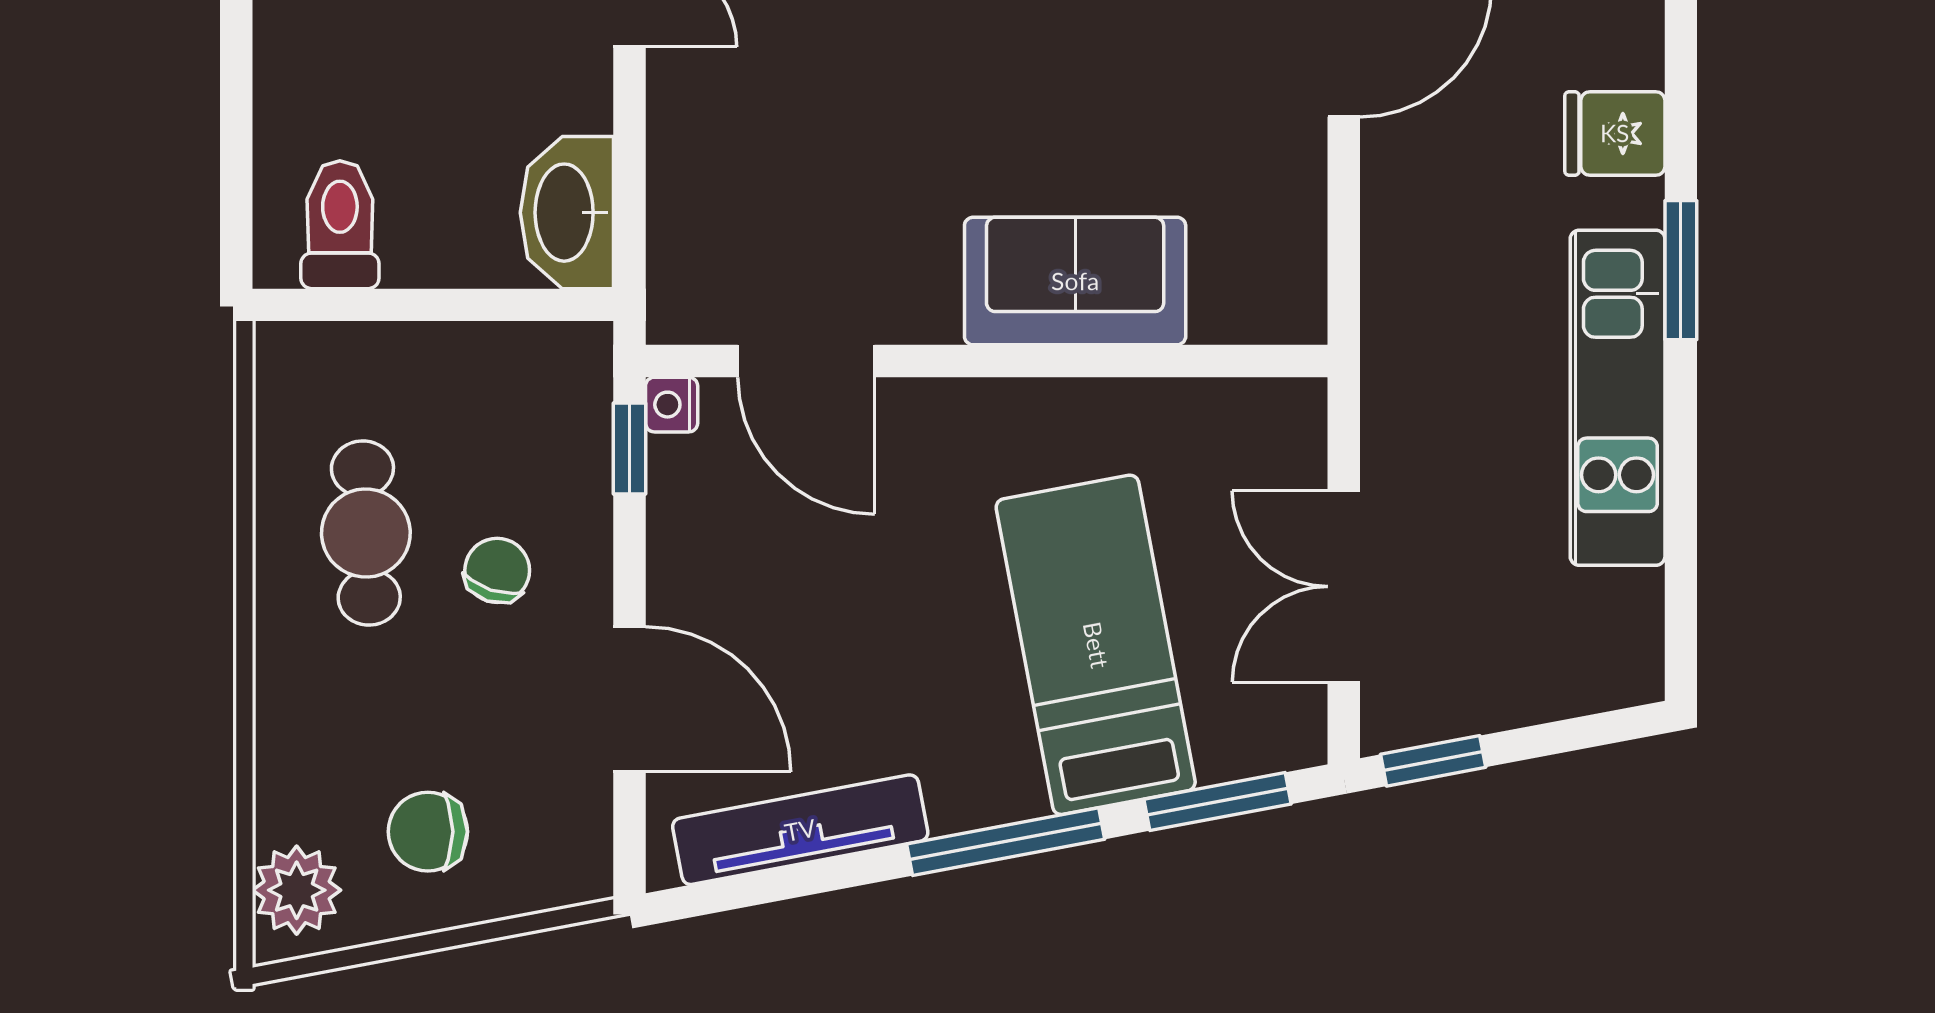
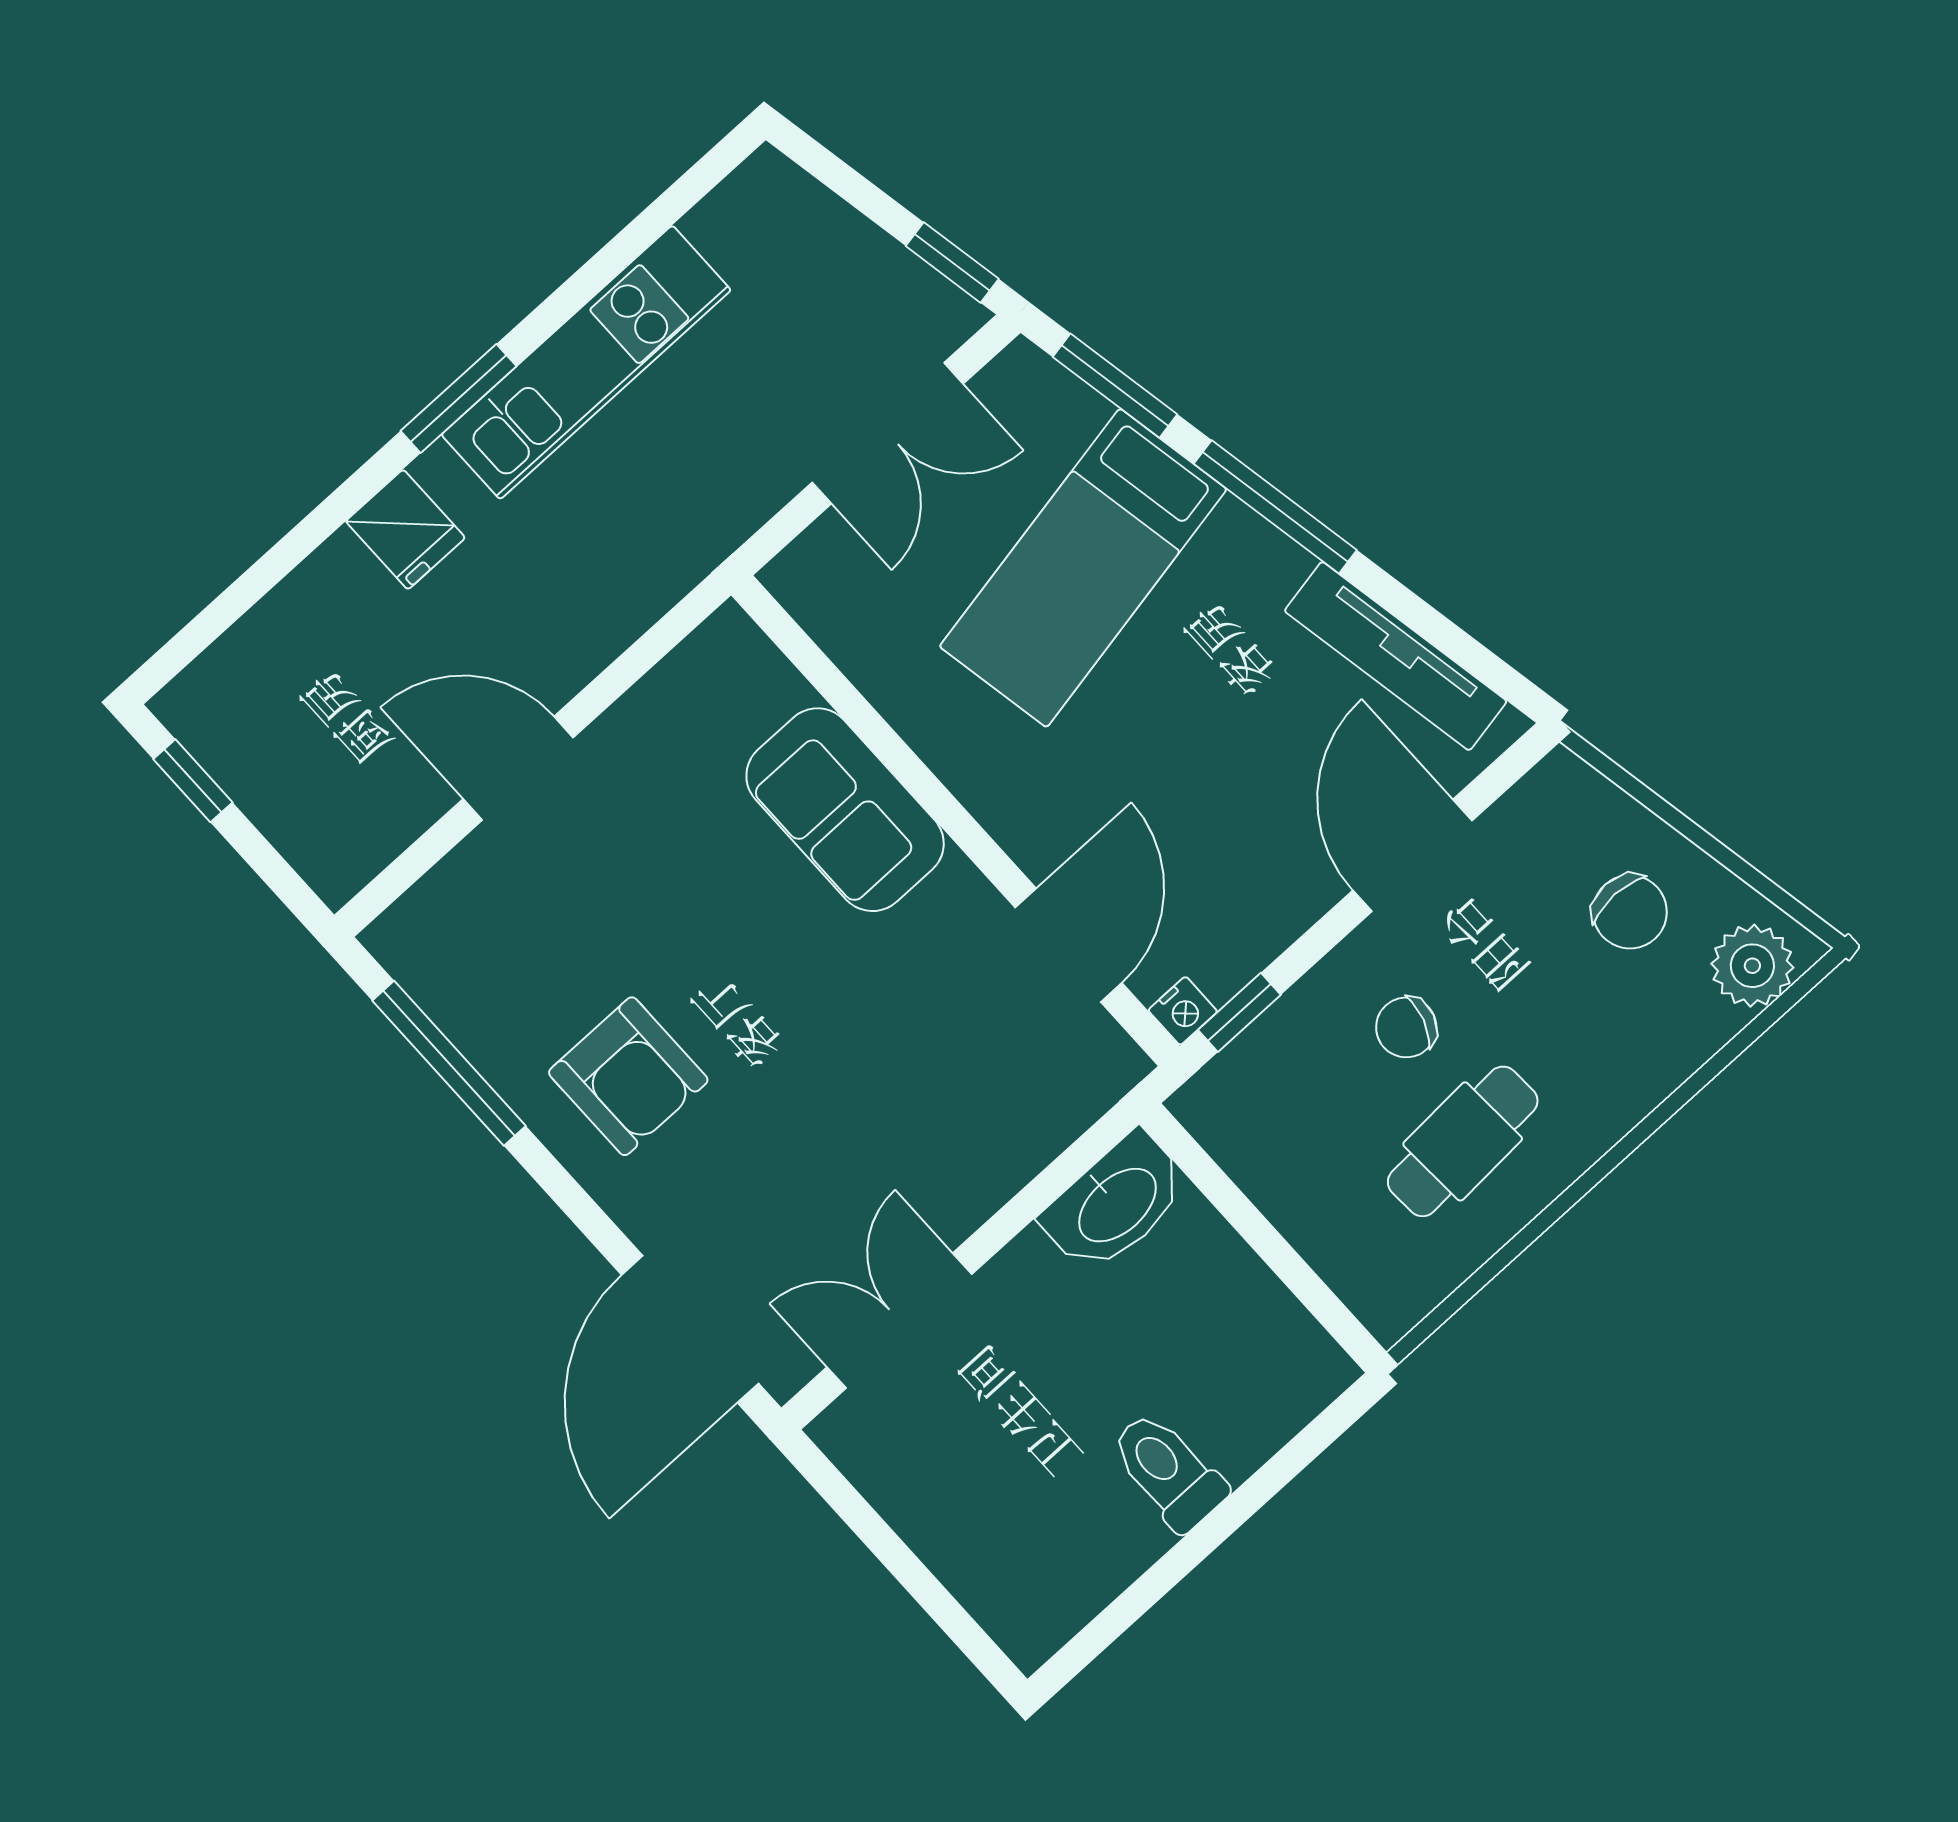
toilet: (340, 225) -> (1168, 1471), moved, turned 90

